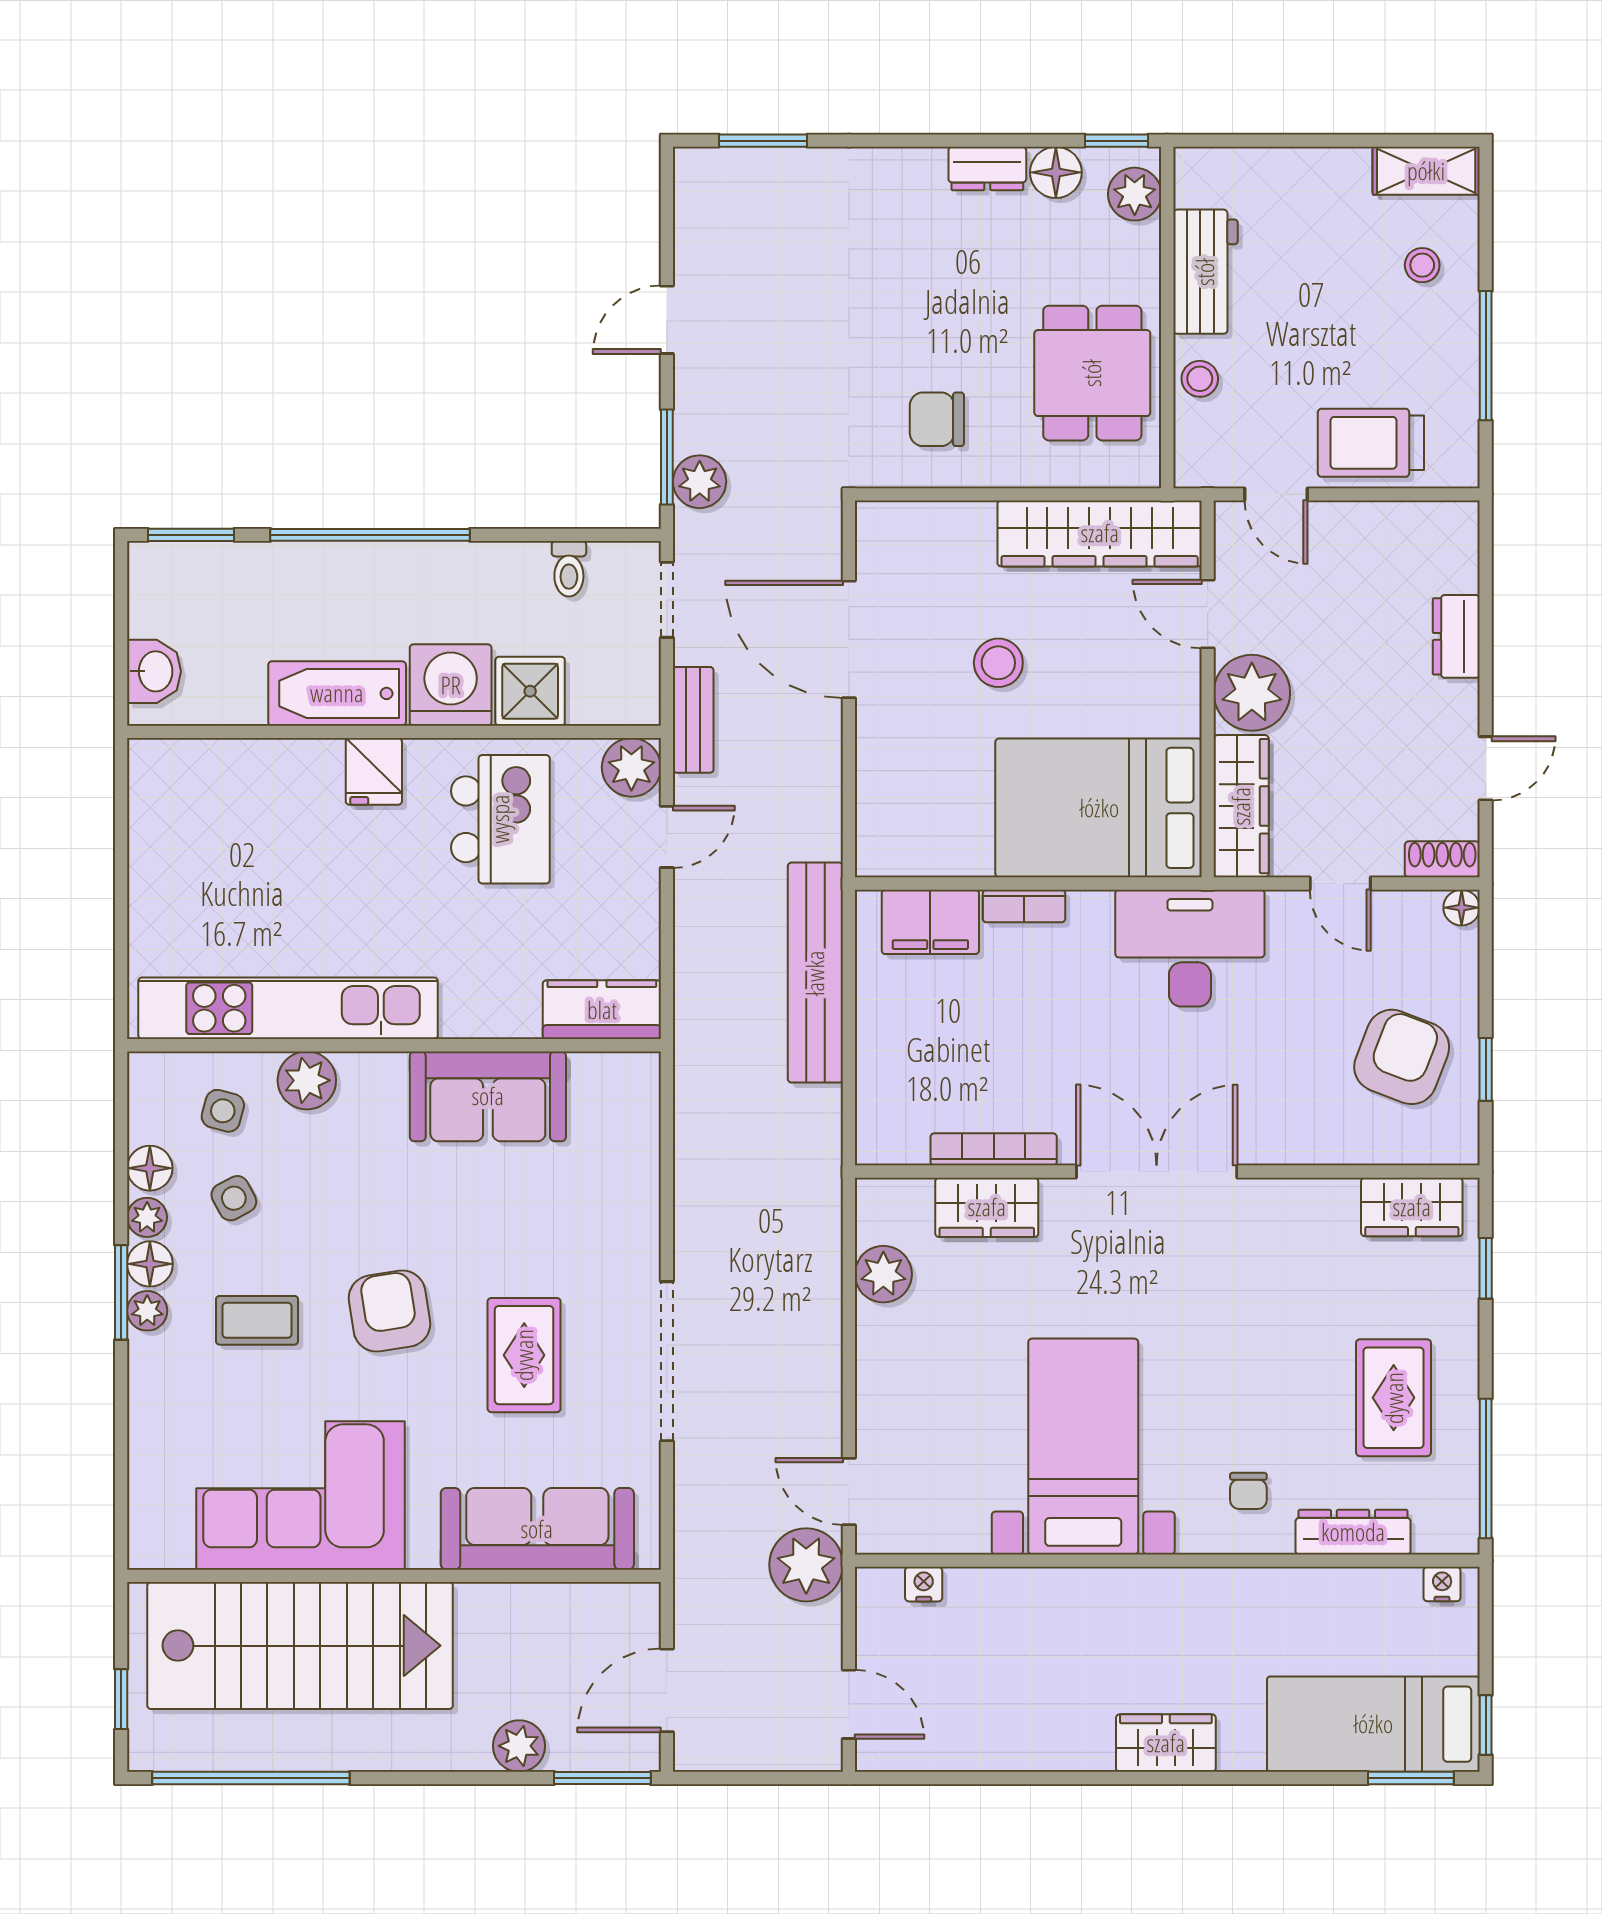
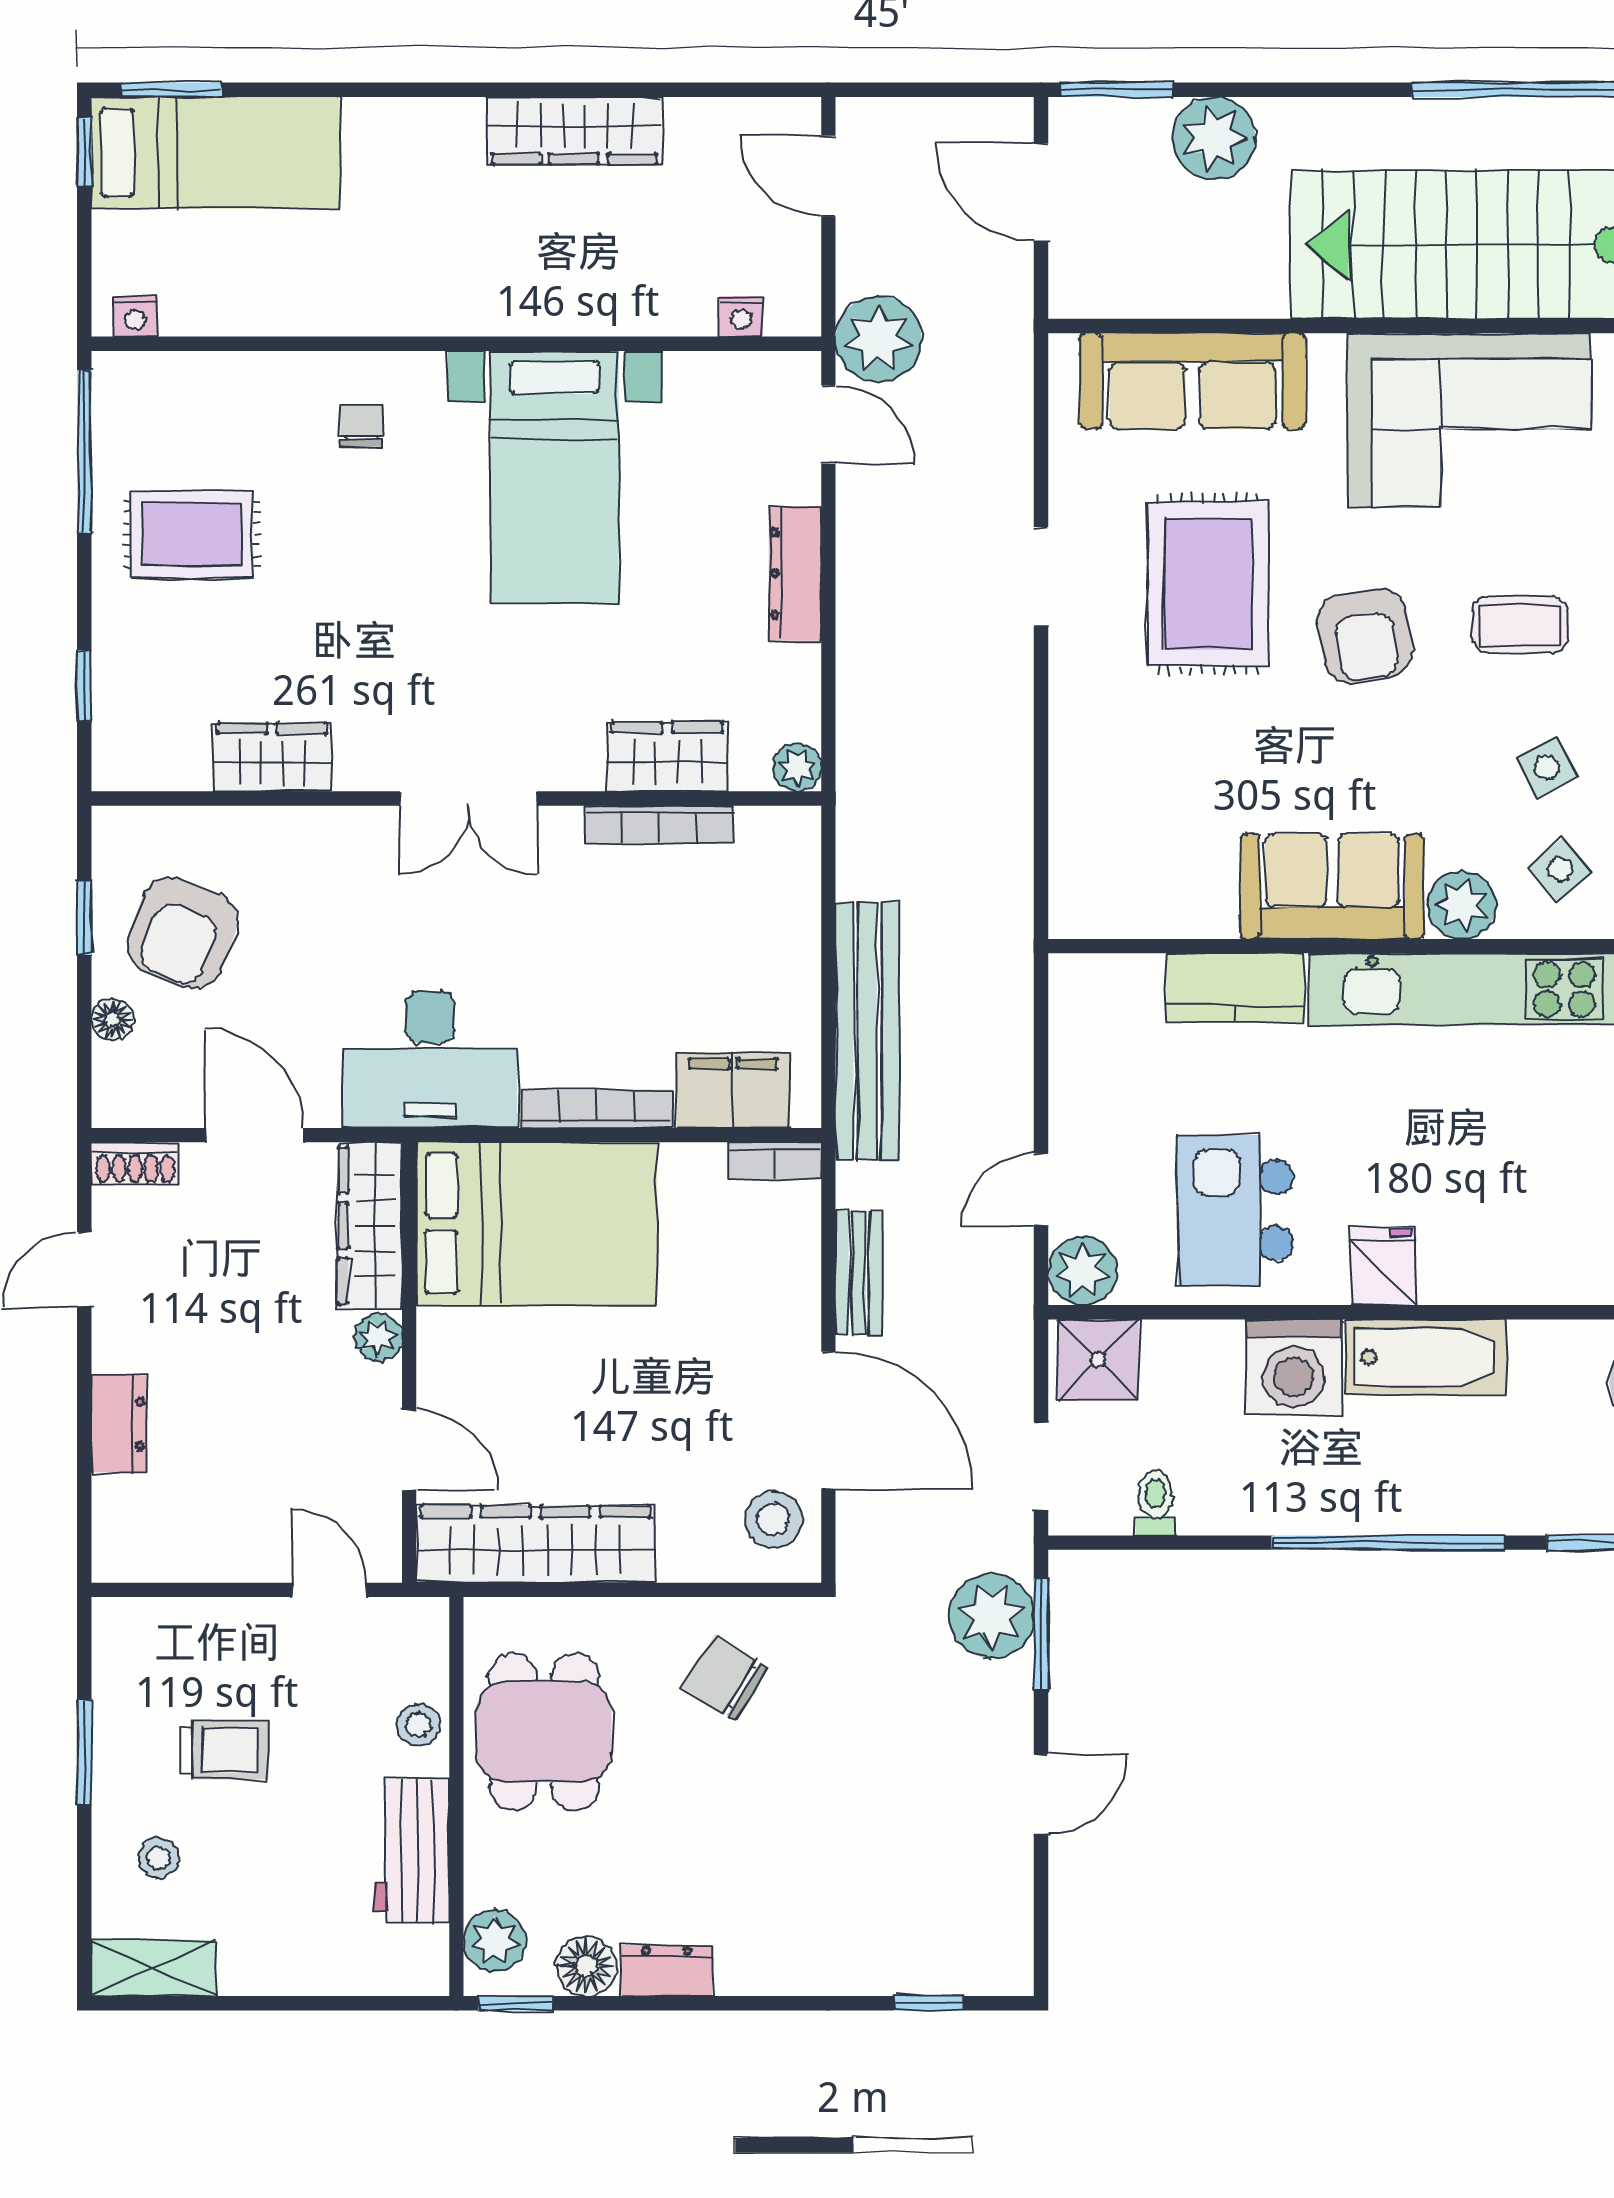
window: (763, 141) -> (929, 2003), width x0.67
window: (1486, 356) -> (84, 1752), width x0.69
chair: (937, 419) -> (726, 1678), turned -148
trolley: (1371, 443) -> (224, 1750), moved, width x0.73, depth x0.72
plant: (700, 482) -> (992, 1616), width x1.36, depth x1.36
stool: (998, 663) -> (773, 1520), moved
shower: (530, 691) -> (1098, 1360), moved
plant: (1252, 693) -> (378, 1337), width x0.53, depth x0.53
bench: (693, 720) -> (859, 1273), moved
bookcase: (895, 861) -> (775, 1161), added
door: (1340, 884) -> (254, 1135), width x1.38
bookcase: (1024, 906) -> (597, 1109), width x1.56
floor lamp: (1462, 908) -> (112, 1020), moved
kitchen counter: (602, 1010) -> (1235, 988), moved
sofa: (488, 1096) -> (1332, 886), moved
side table: (223, 1111) -> (1560, 869), turned 35
double door: (1157, 1172) -> (469, 798), width x0.73
wardrobe: (1412, 1207) -> (272, 757), moved
plant: (883, 1274) -> (797, 767), moved, width x0.73, depth x0.73
rug: (524, 1355) -> (1208, 584), width x1.36, depth x1.43
doorway: (667, 1361) -> (1041, 577), width x0.53
rug: (1394, 1398) -> (192, 534), turned 90
dresser: (1353, 1532) -> (795, 574), moved, turned 90
door: (667, 1690) -> (1041, 192), swing flipped
wardrobe: (1166, 1743) -> (574, 131), moved, width x1.50
plant: (519, 1746) -> (1214, 138), width x1.36, depth x1.36

